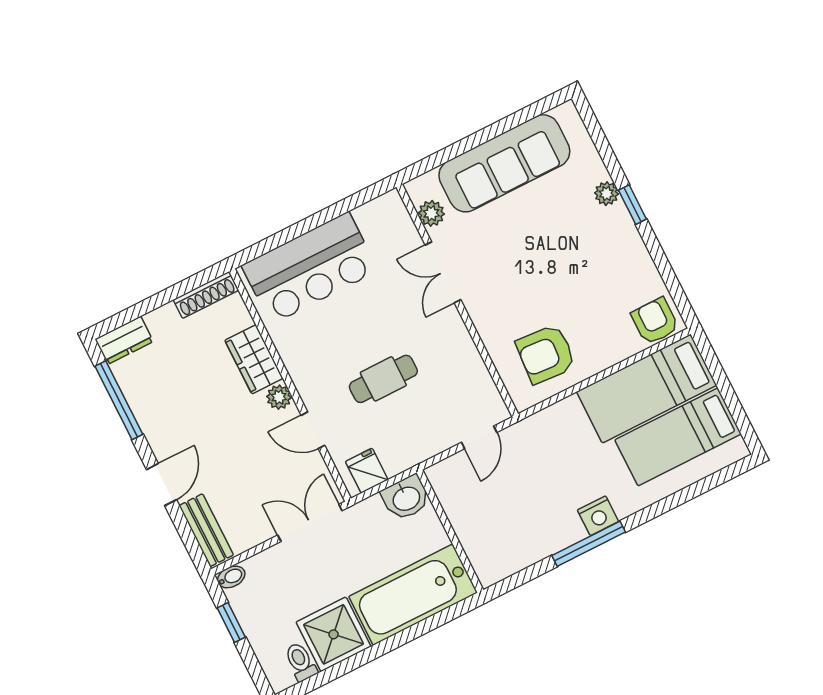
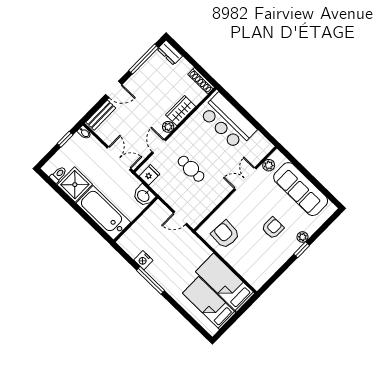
armchair: (655, 321) -> (273, 228), moved
nightstand: (598, 516) -> (143, 260), moved

